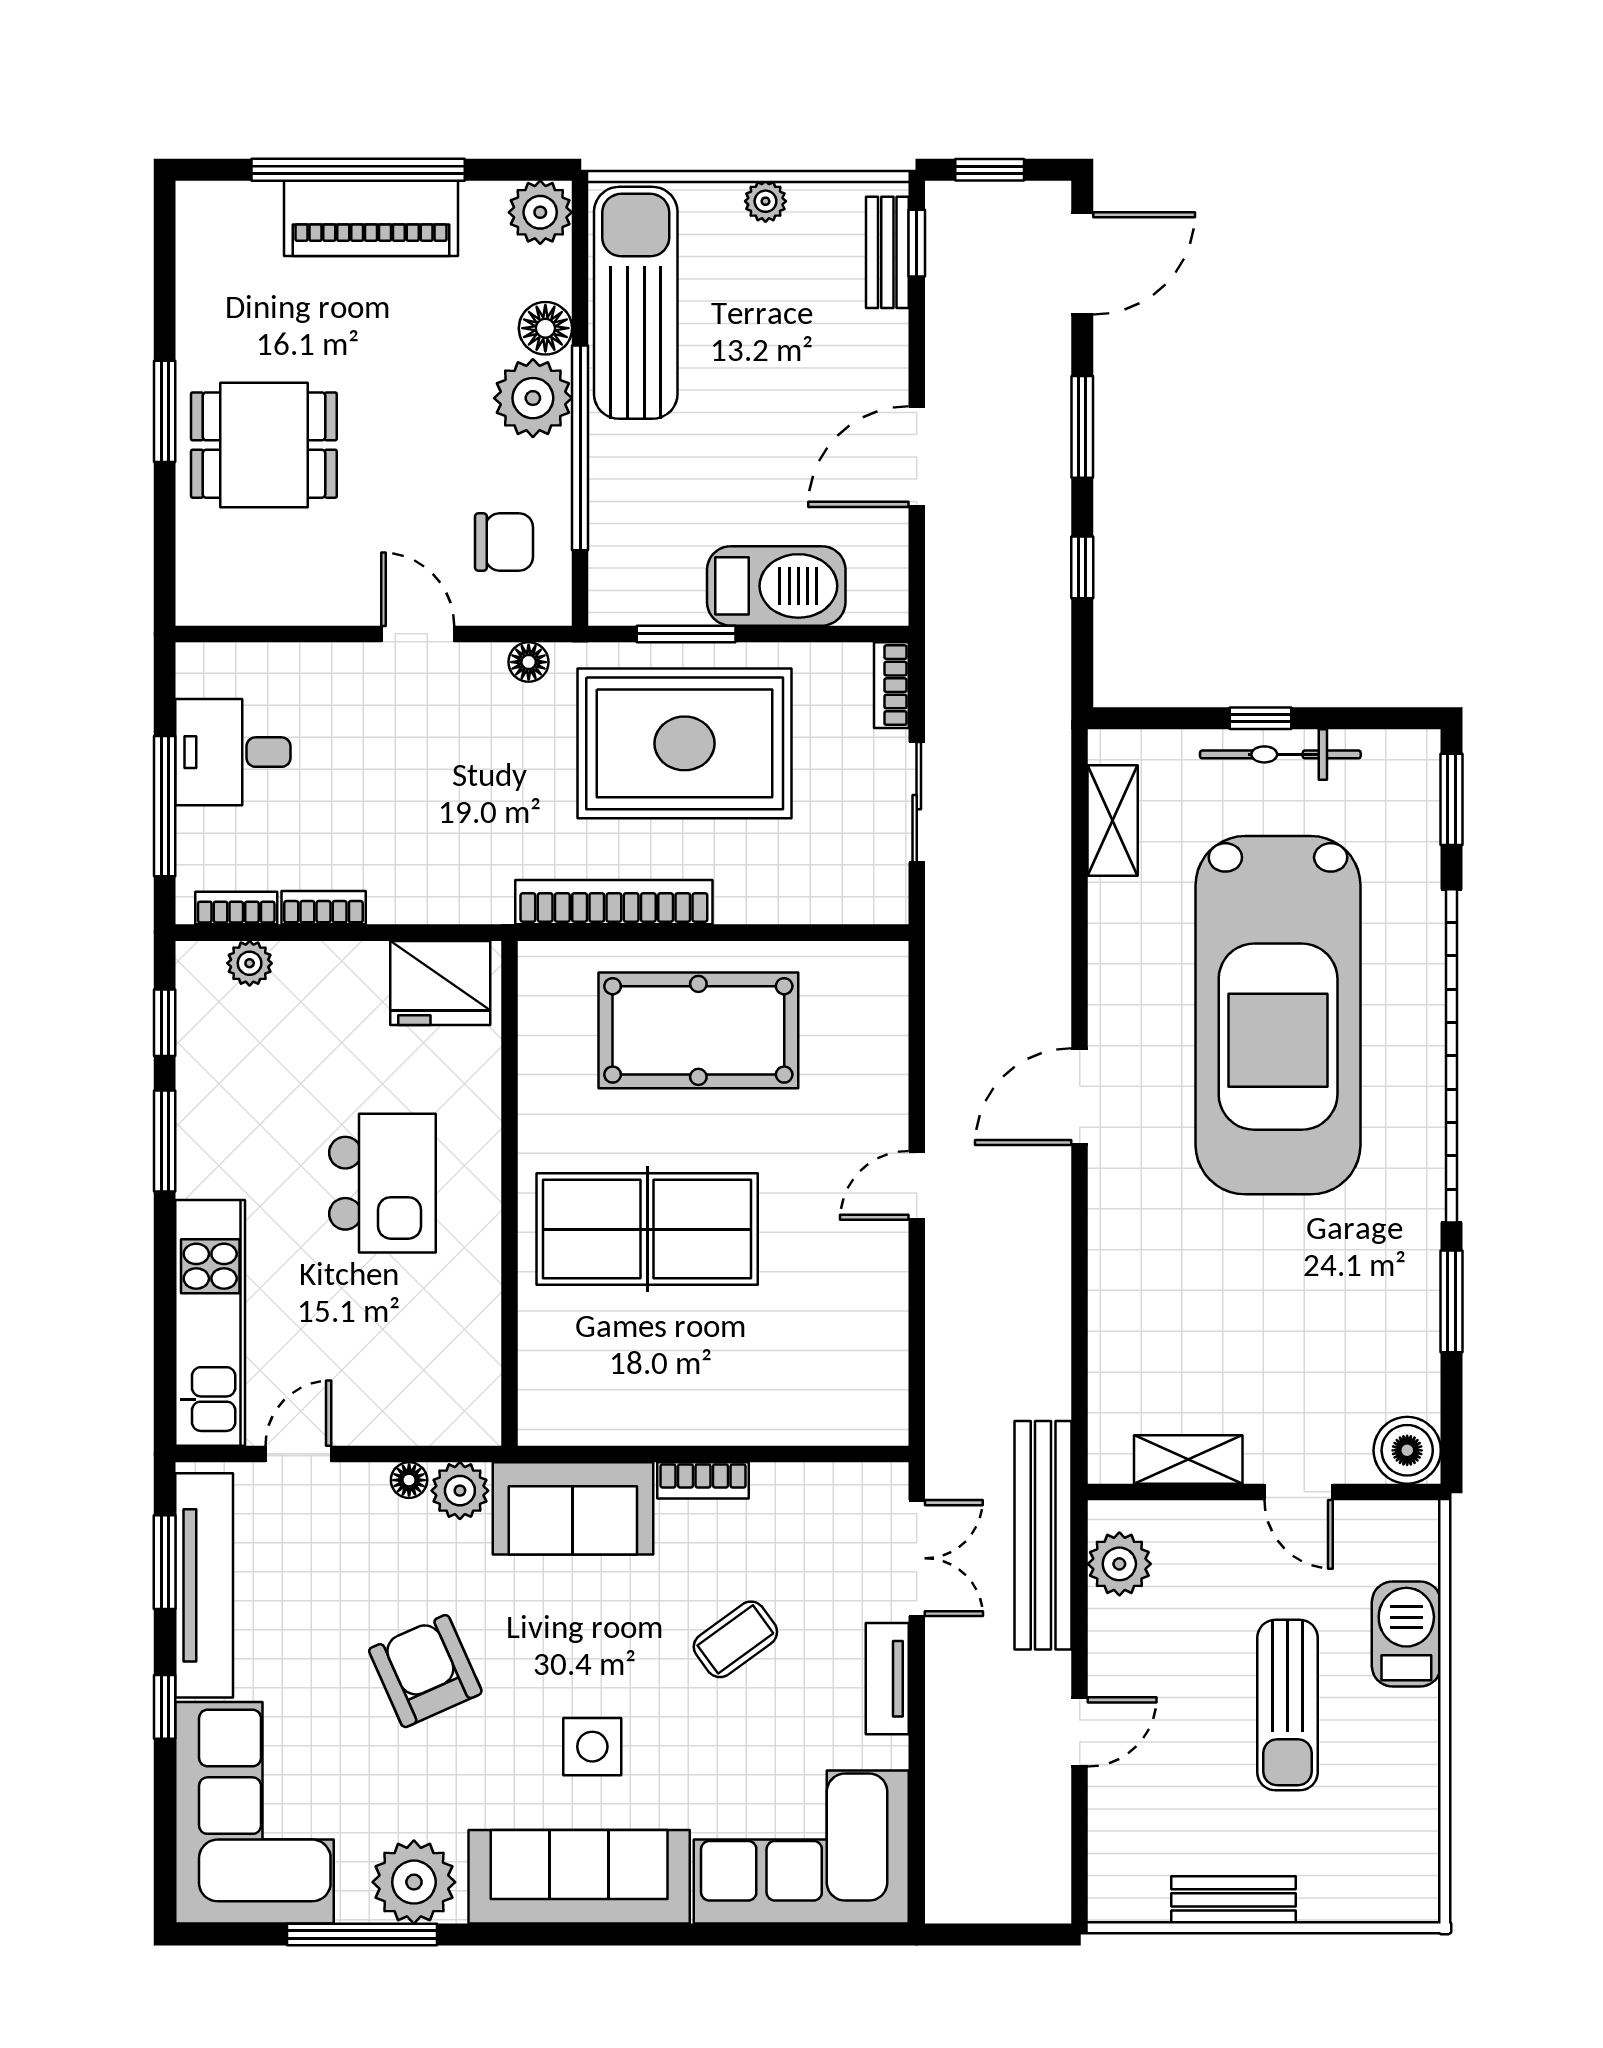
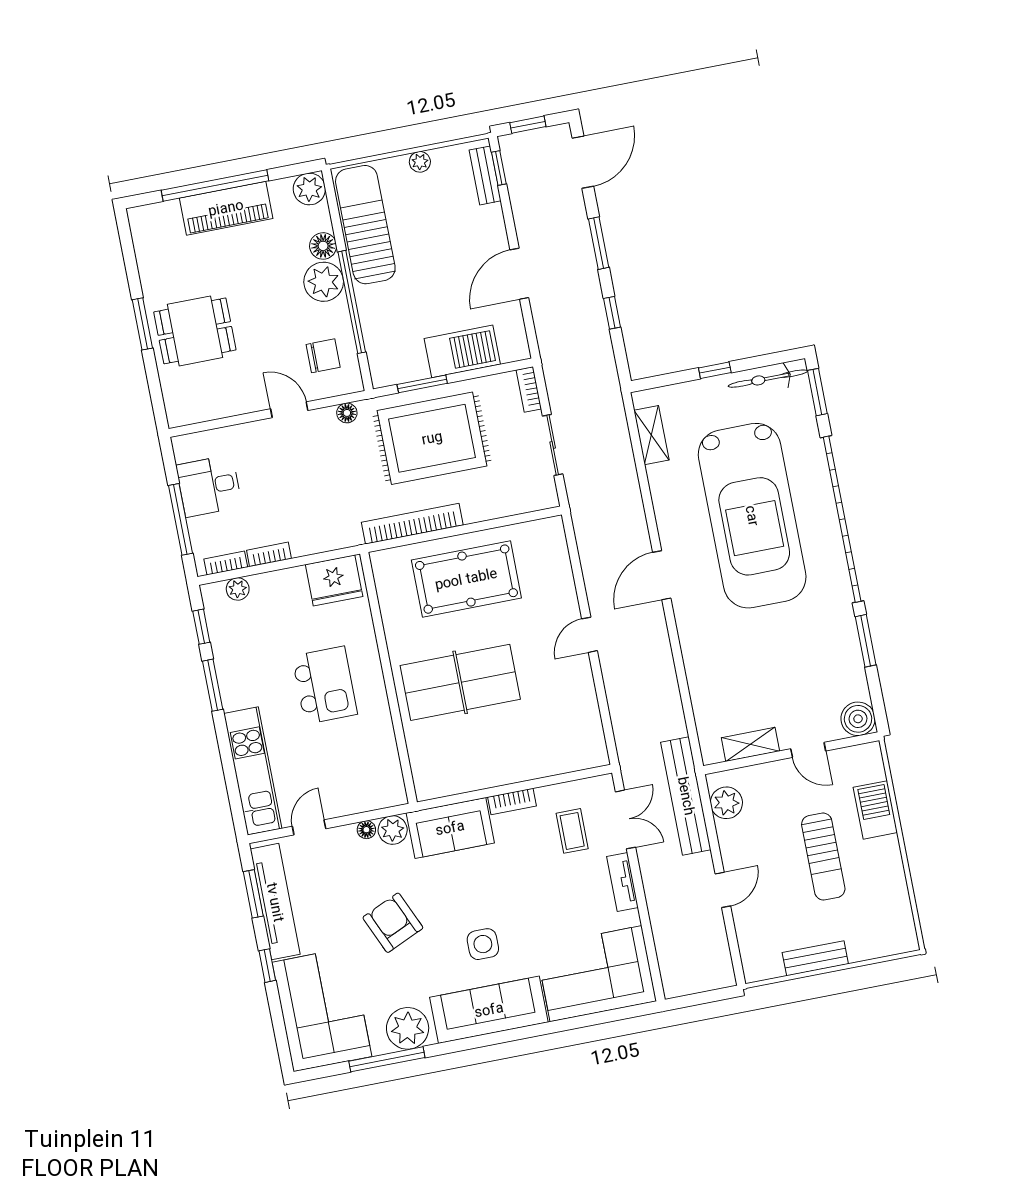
bicycle: (1280, 754) -> (768, 379), moved
coffee table: (735, 1639) -> (572, 831), moved, turned -54

